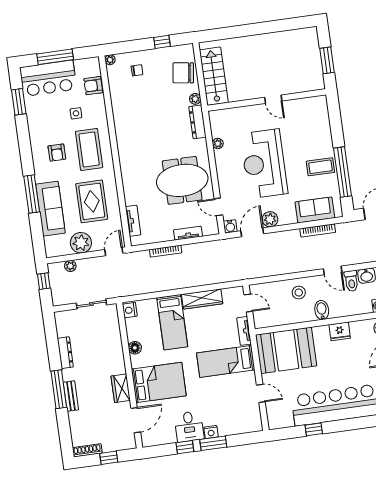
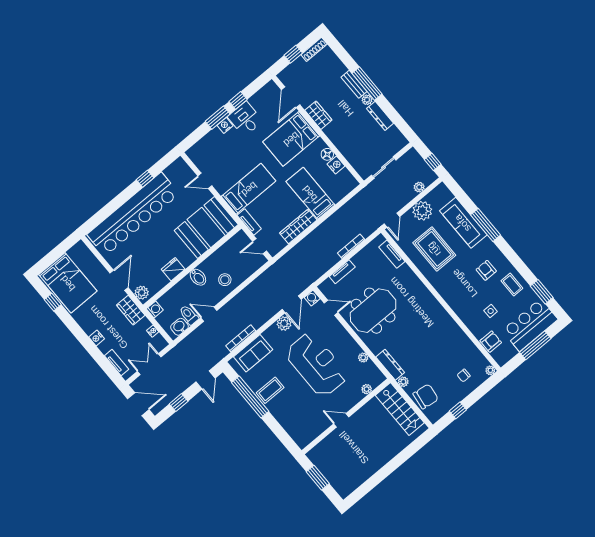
plant: (233, 113) -> (367, 389), added
coffee table: (89, 149) -> (512, 285), moved, width x0.54, depth x0.58
nightstand: (130, 310) -> (336, 165), moved
plant: (68, 375) -> (367, 100), added

